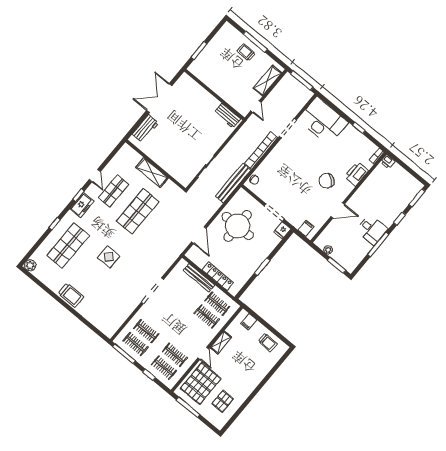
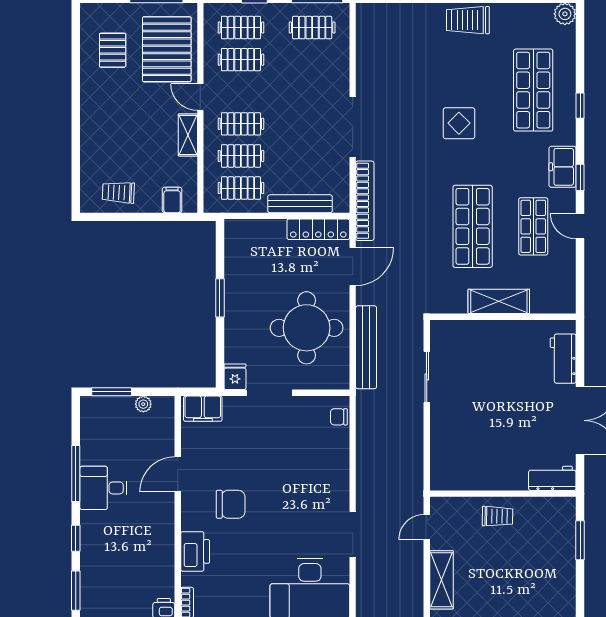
trolley: (246, 52) -> (498, 516), moved
door: (256, 107) -> (427, 527), hinge flipped
workbench: (227, 116) -> (552, 478), moved
bookcase: (261, 150) -> (365, 201), moved
chair: (327, 181) -> (231, 504), turned 52
bench: (233, 183) -> (366, 347), moved
filing cabinet: (306, 228) -> (203, 409), width x2.00
door: (199, 235) -> (353, 267), swing flipped
locker: (218, 276) -> (318, 229), moved
clothes rail: (146, 331) -> (241, 124), moved

